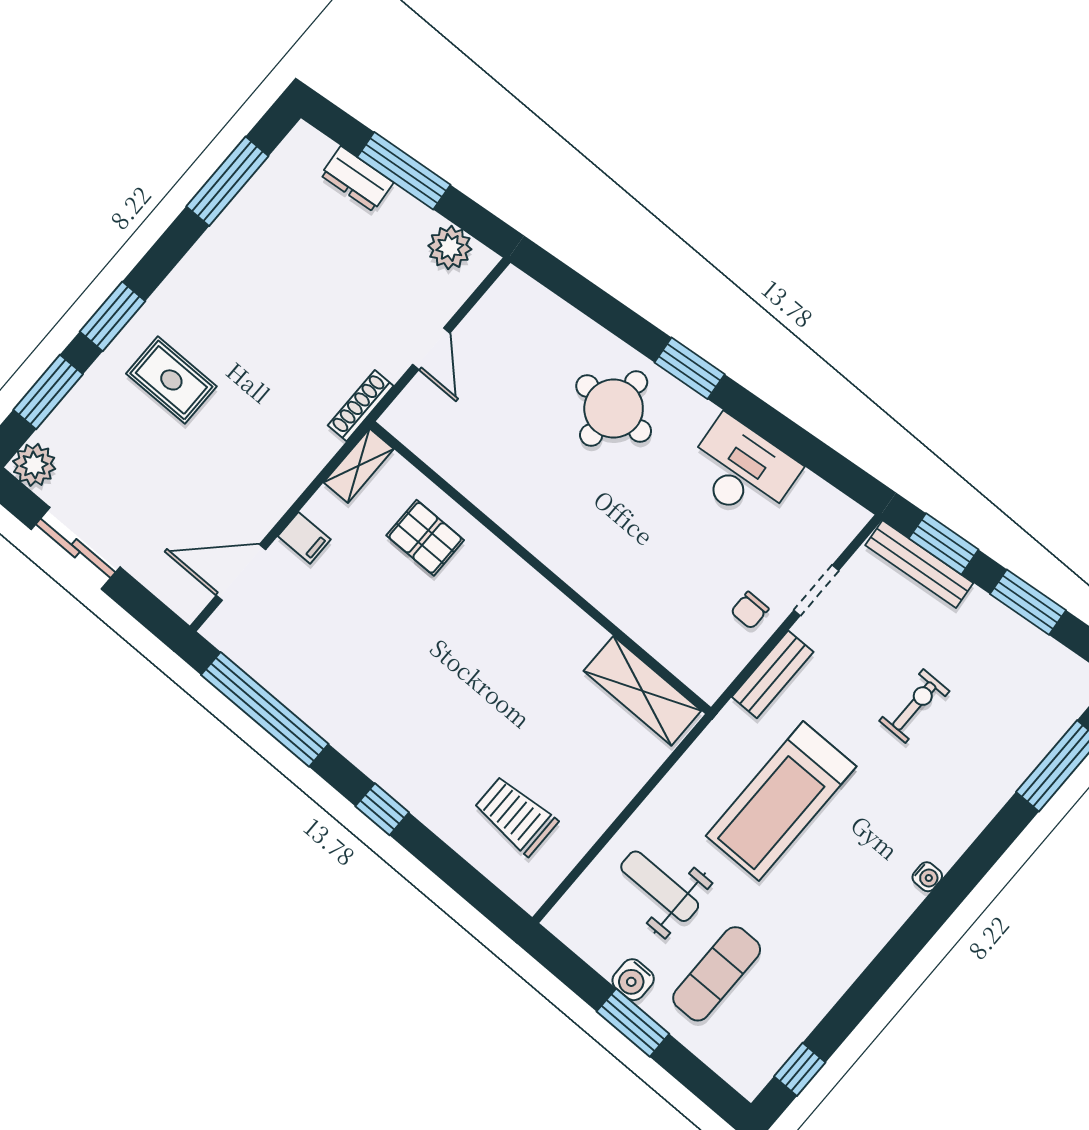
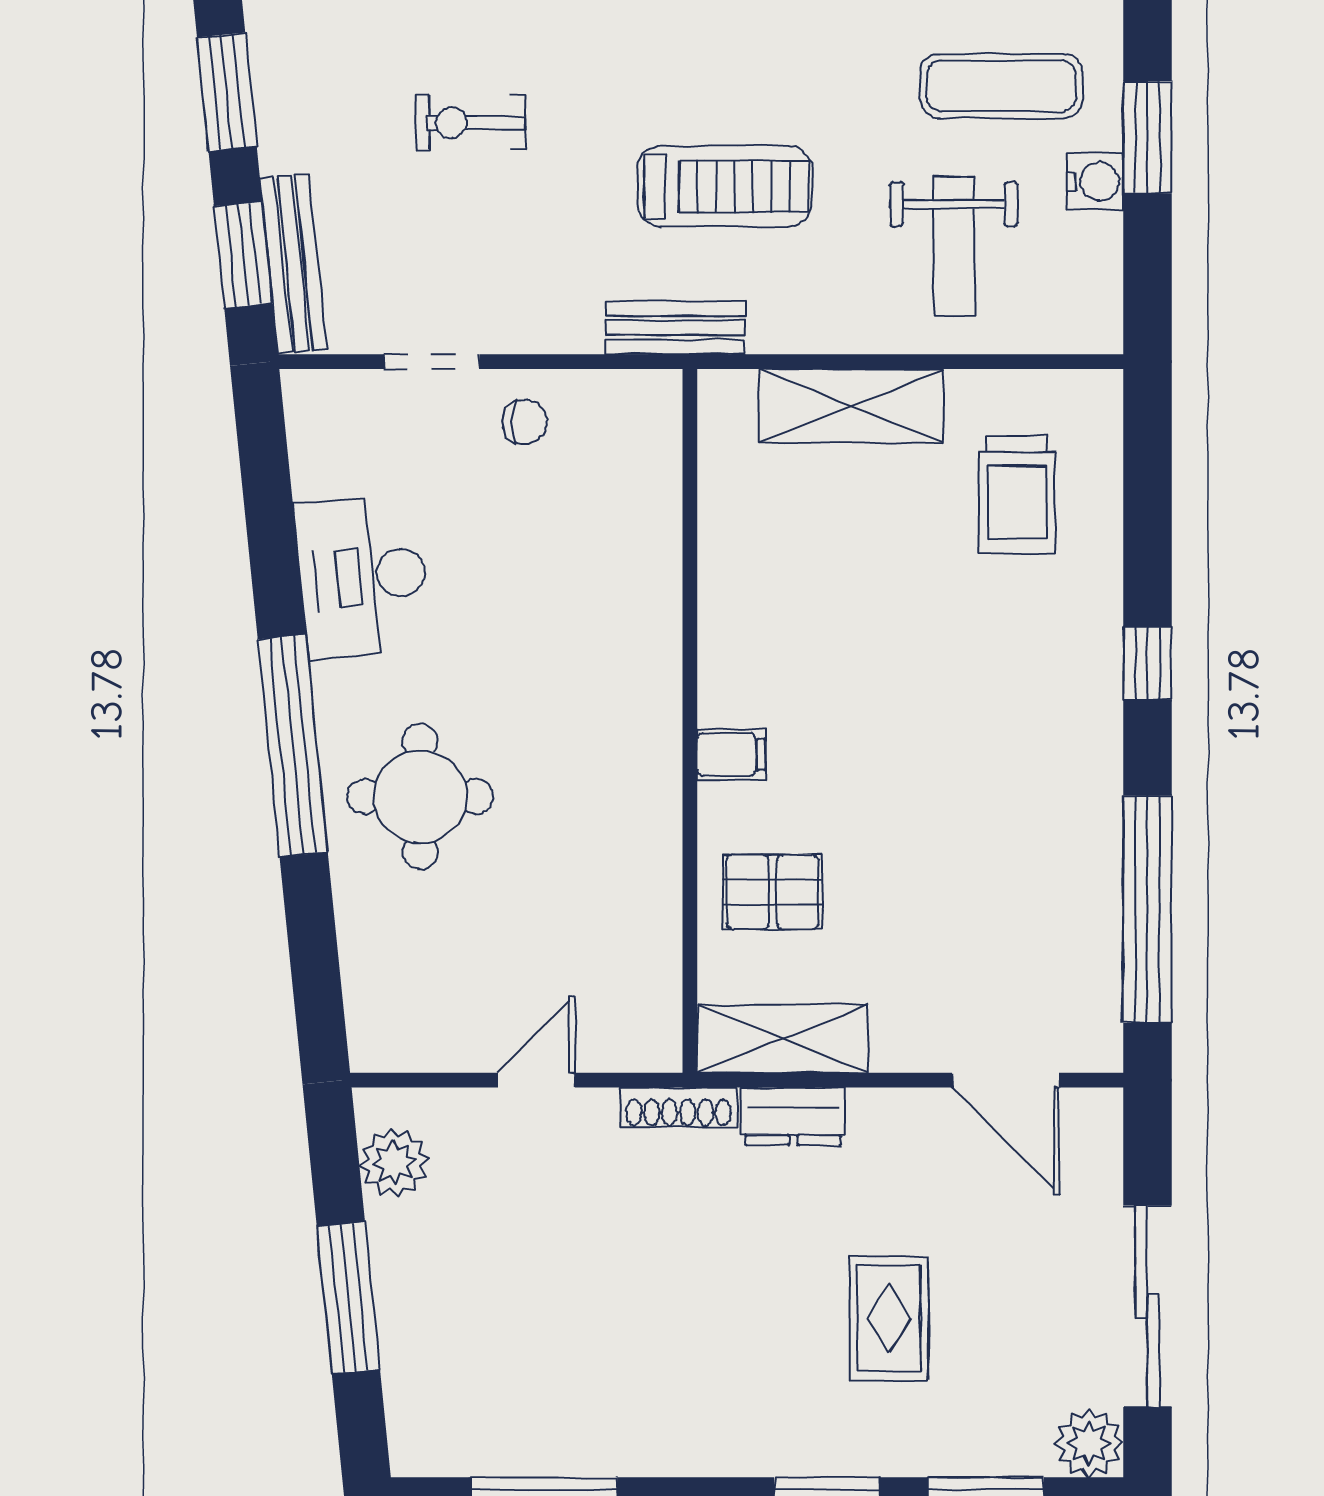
dresser: (357, 179) -> (793, 1116), moved, turned 96
window: (690, 368) -> (293, 746), width x2.11
rug: (171, 380) -> (889, 1318), moved
shelving: (359, 466) -> (782, 1039), width x1.50, depth x1.33
filing cabinet: (304, 538) -> (731, 754), moved, turned 90
pallet: (425, 538) -> (773, 892), turned 90
sliding door: (76, 548) -> (1147, 1306), width x1.37
bench: (773, 674) -> (676, 328), moved
shelving: (642, 691) -> (851, 406), moved, turned 90
treadmill: (781, 801) -> (725, 186), width x0.73, depth x0.73

